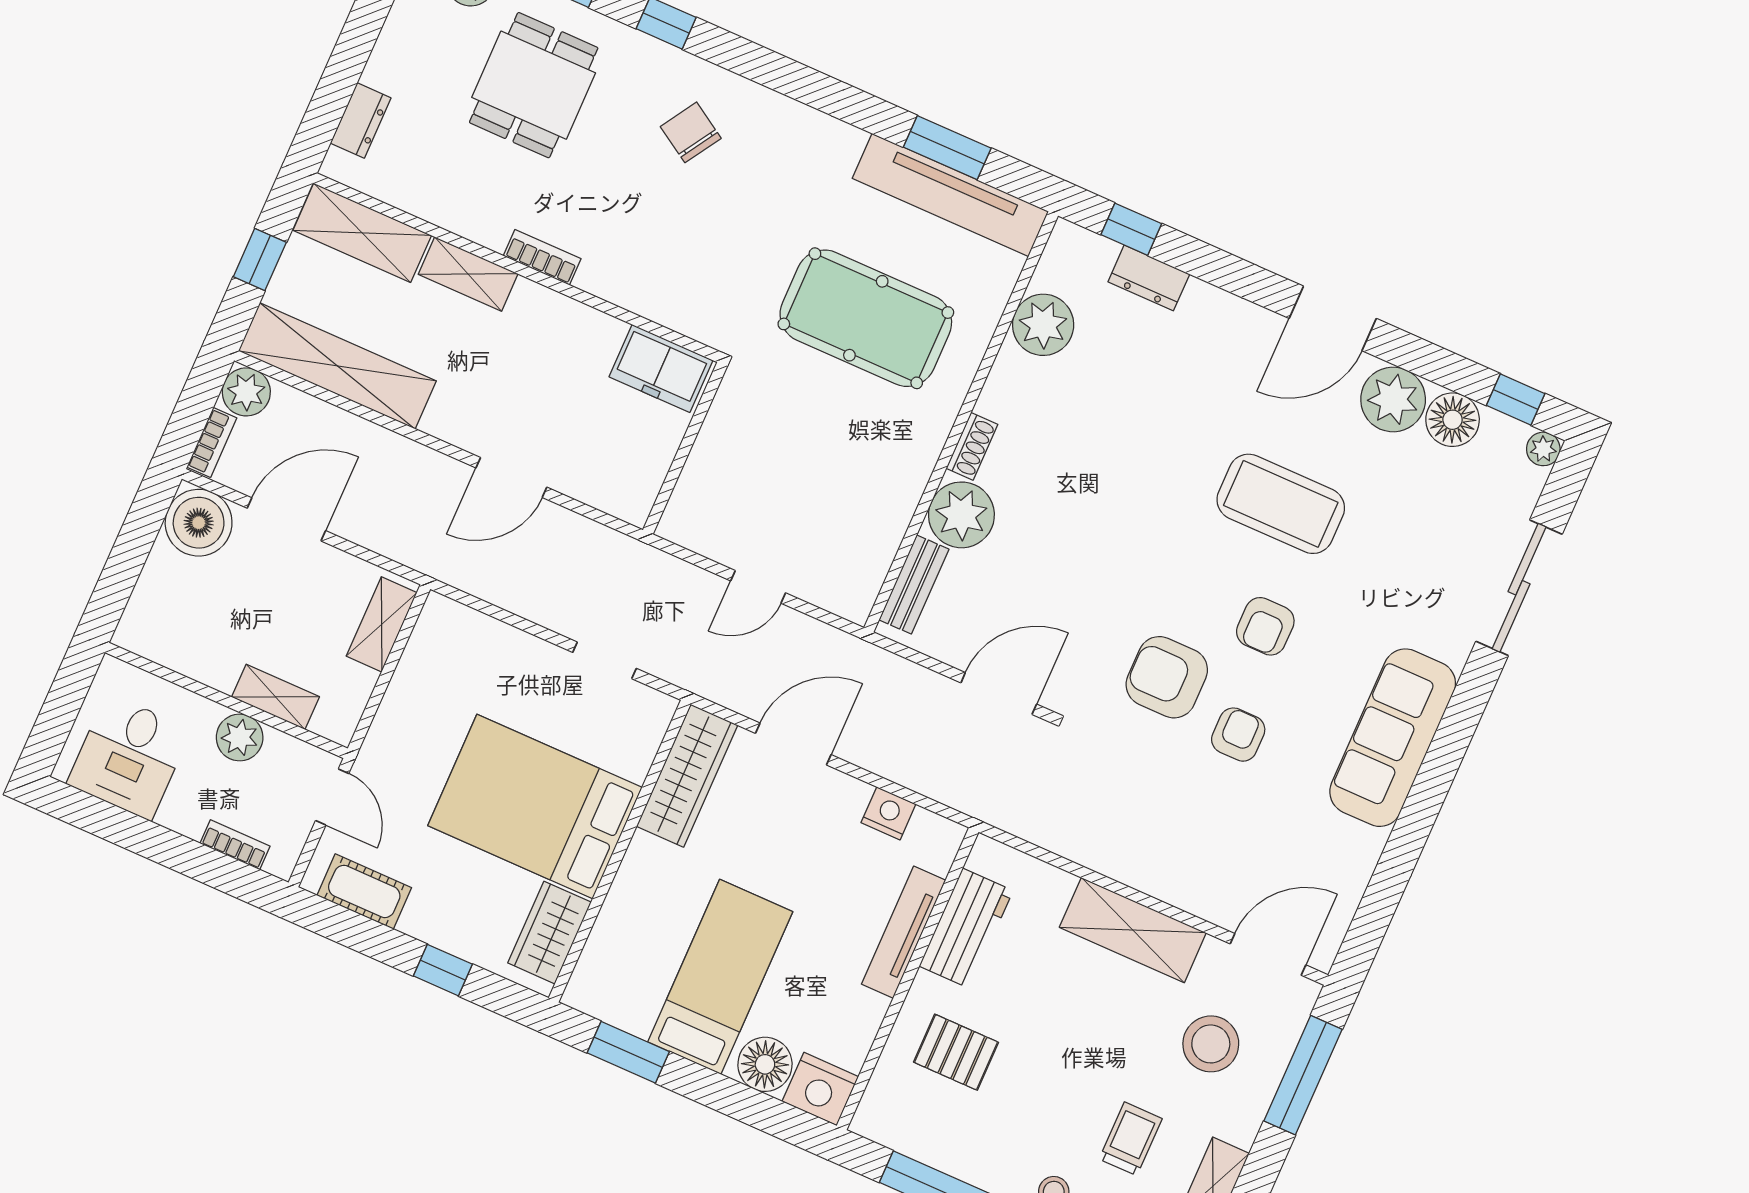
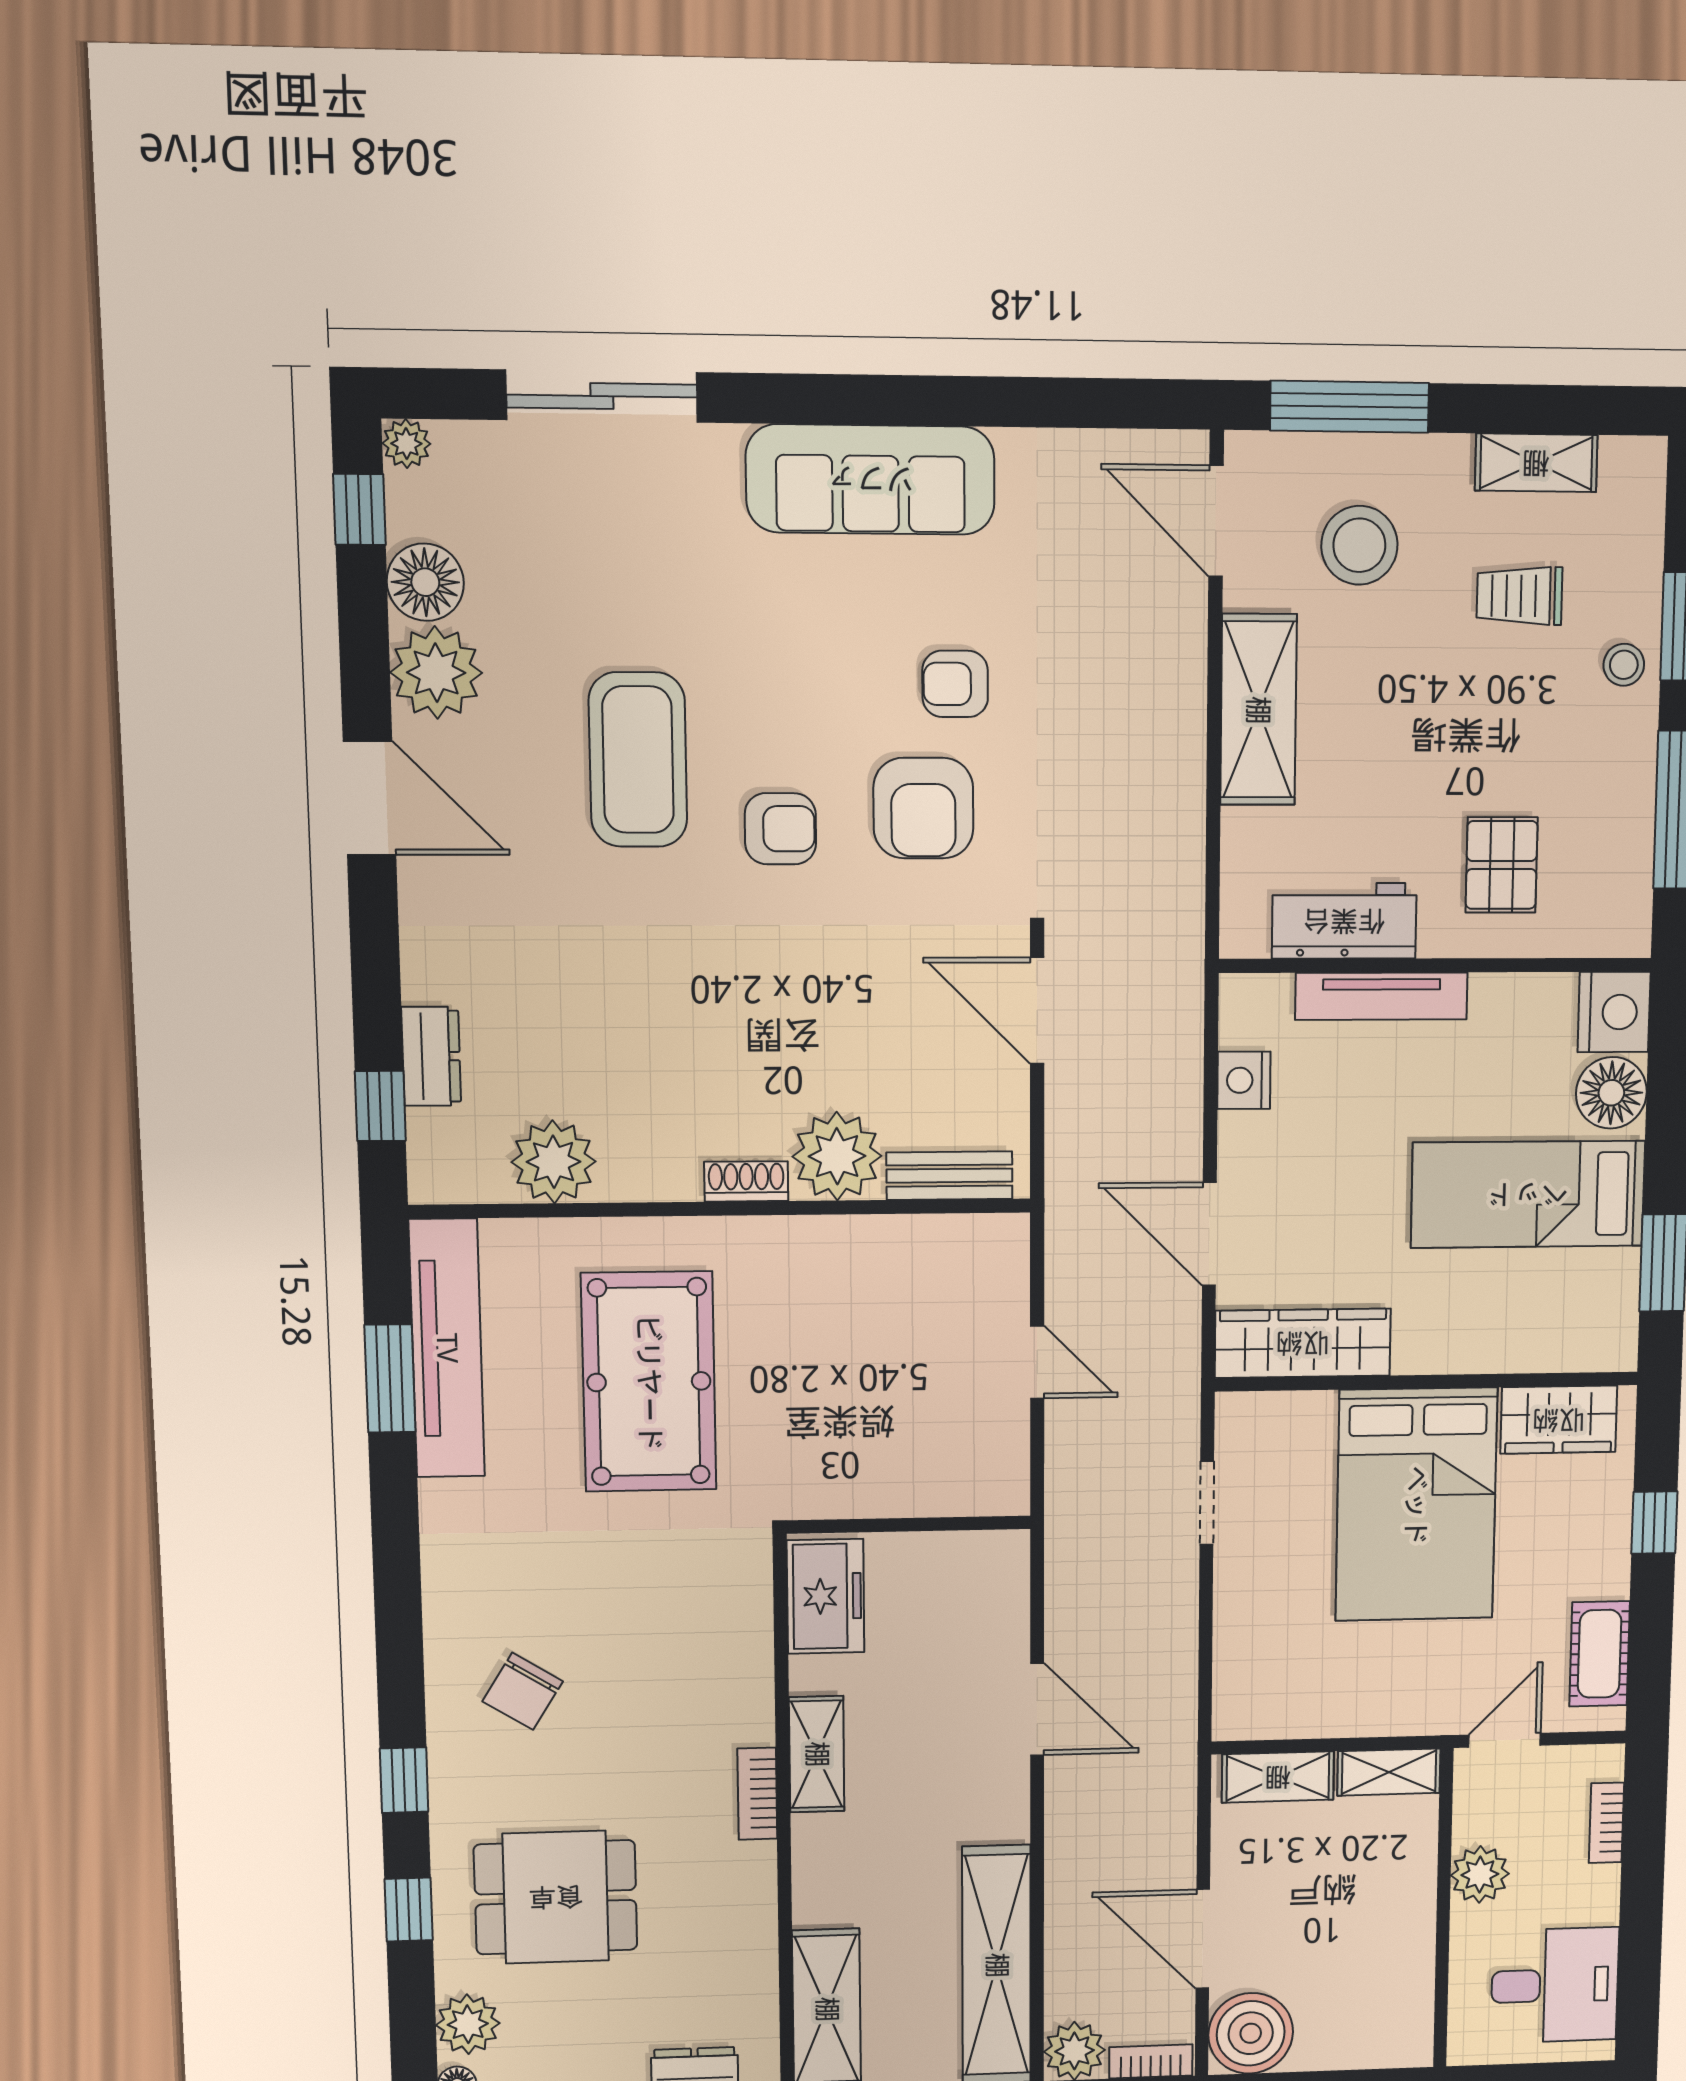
shelving: (468, 274) -> (817, 1754), moved
armchair: (1265, 626) -> (780, 829), moved
shelving: (276, 697) -> (1389, 1772), moved, turned 90

